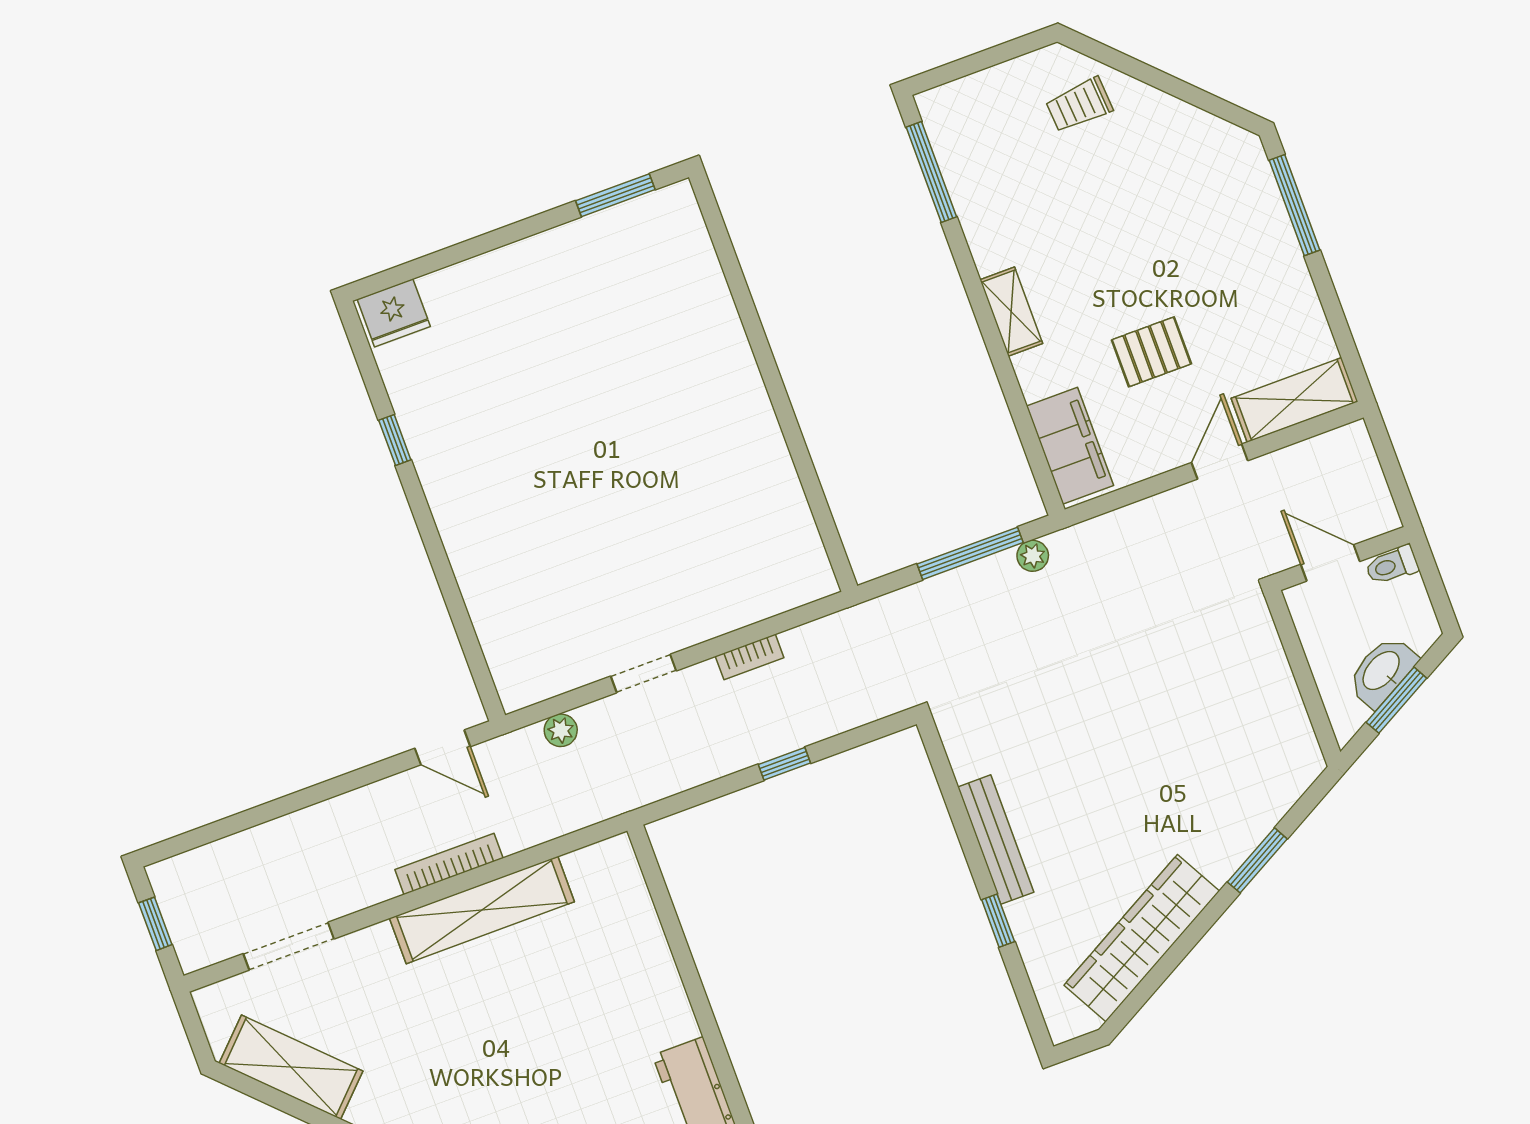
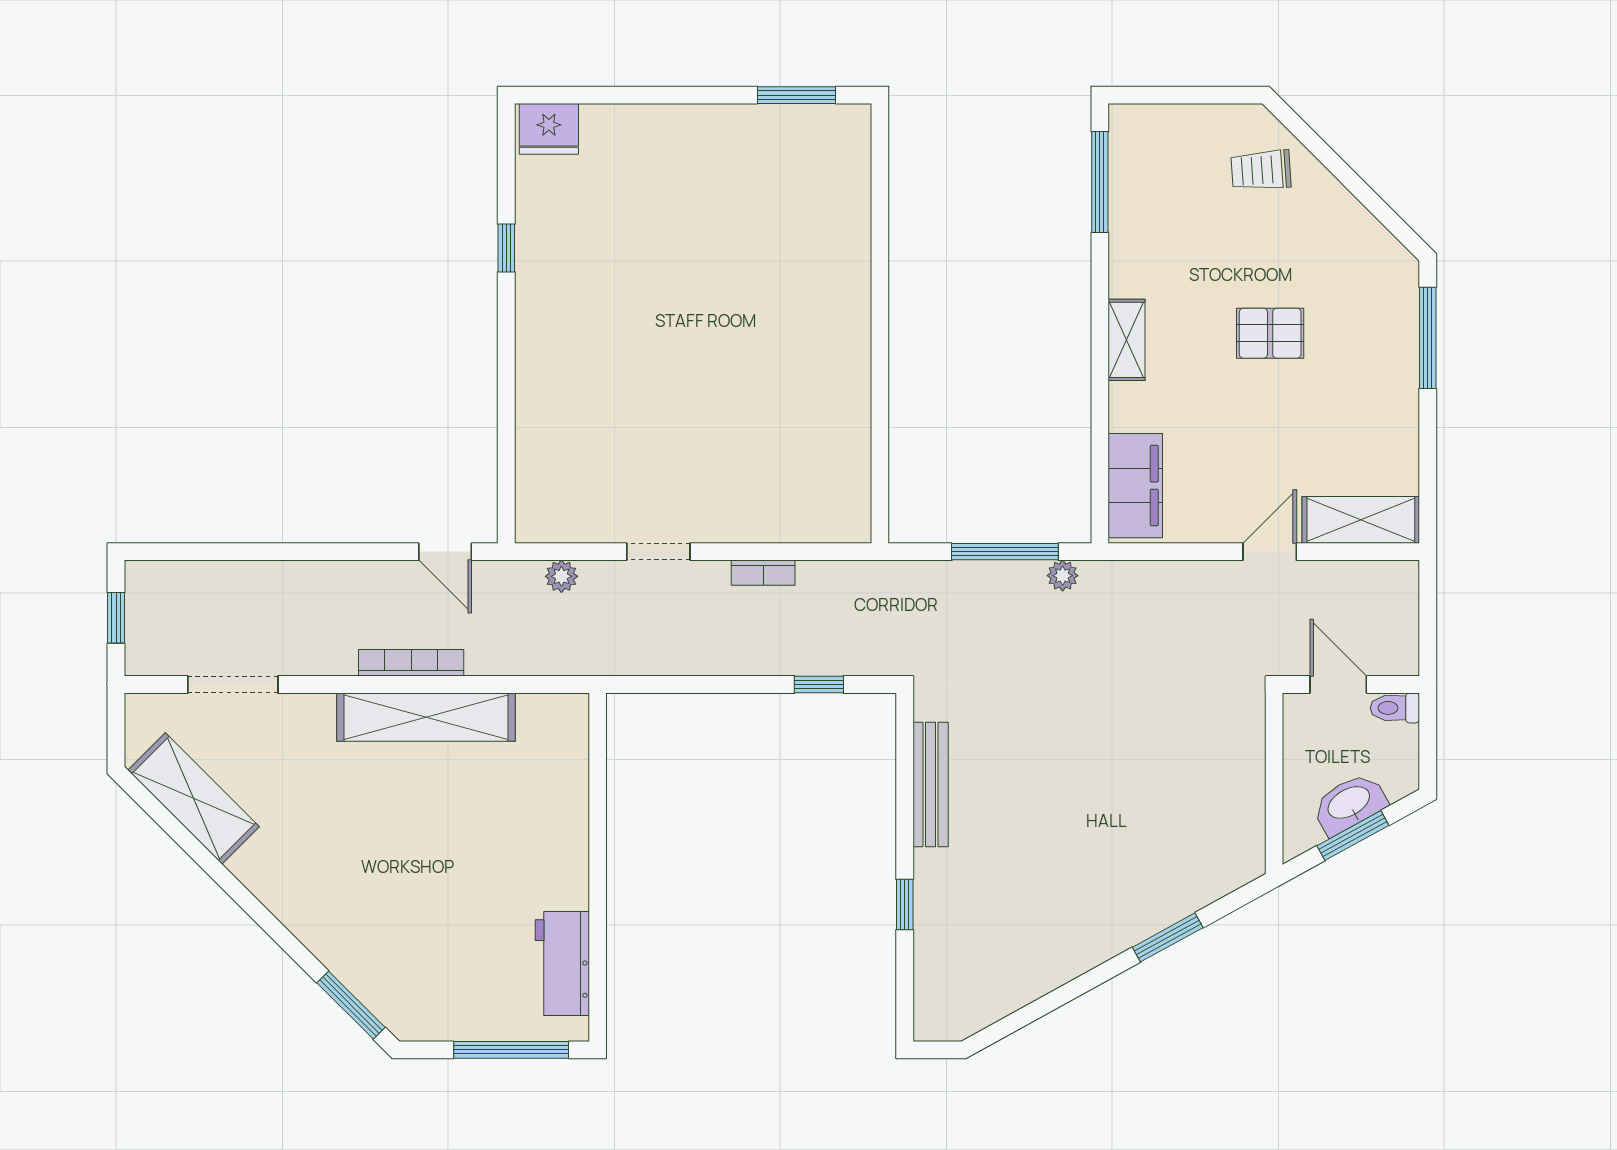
pallet: (1151, 352) -> (1270, 333), moved
window: (784, 764) -> (819, 685), moved
bench: (996, 840) -> (931, 784), moved
wardrobe: (1142, 938) -> (1033, 970), removed

